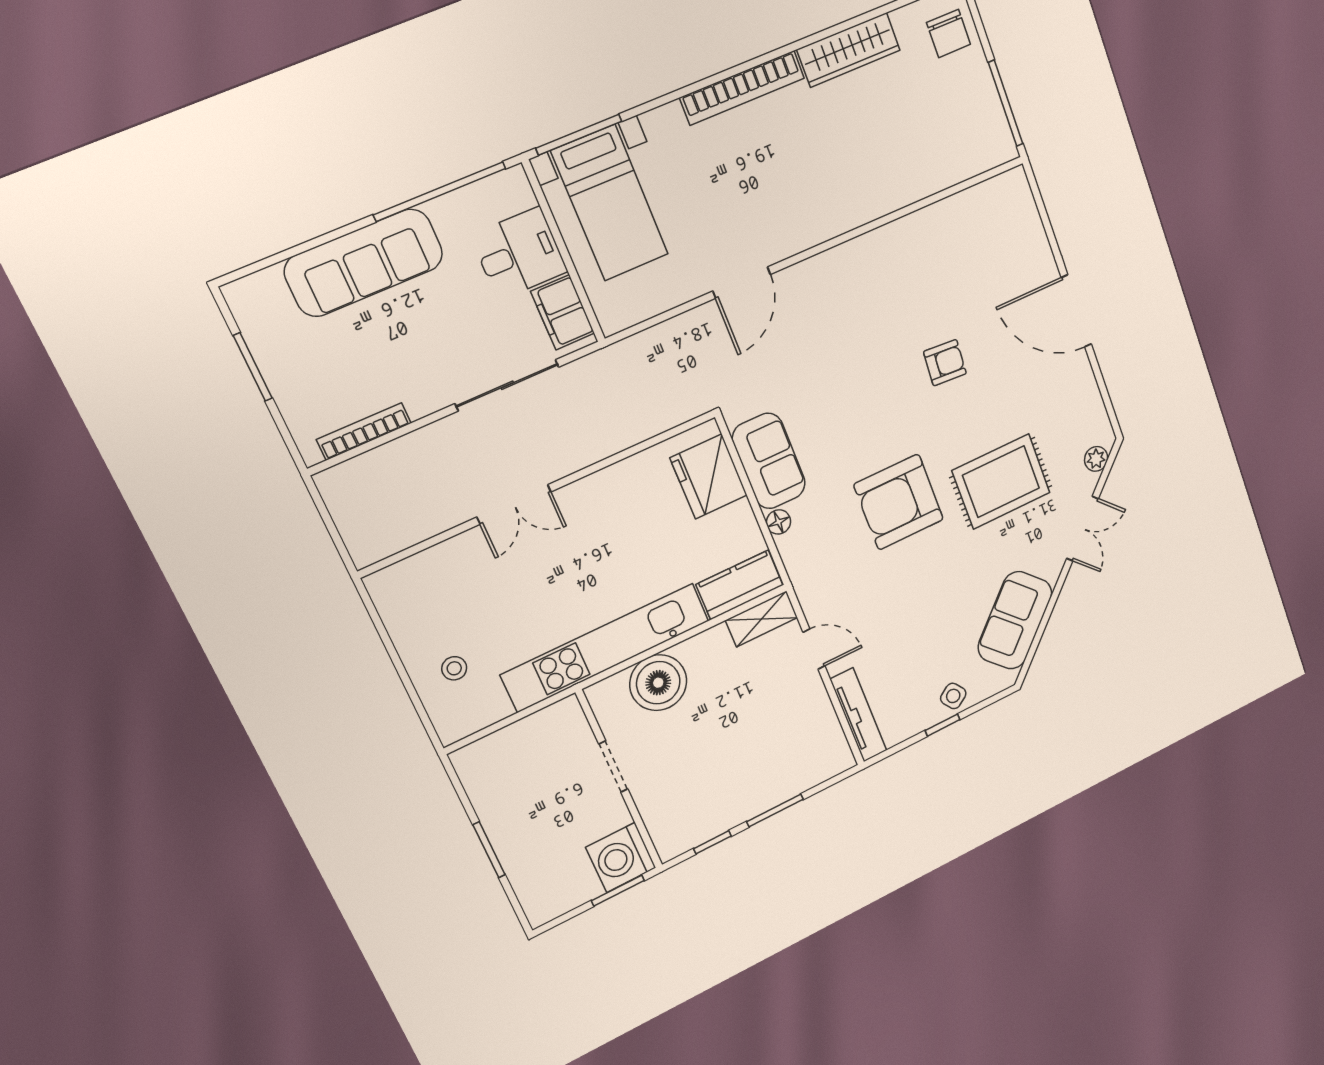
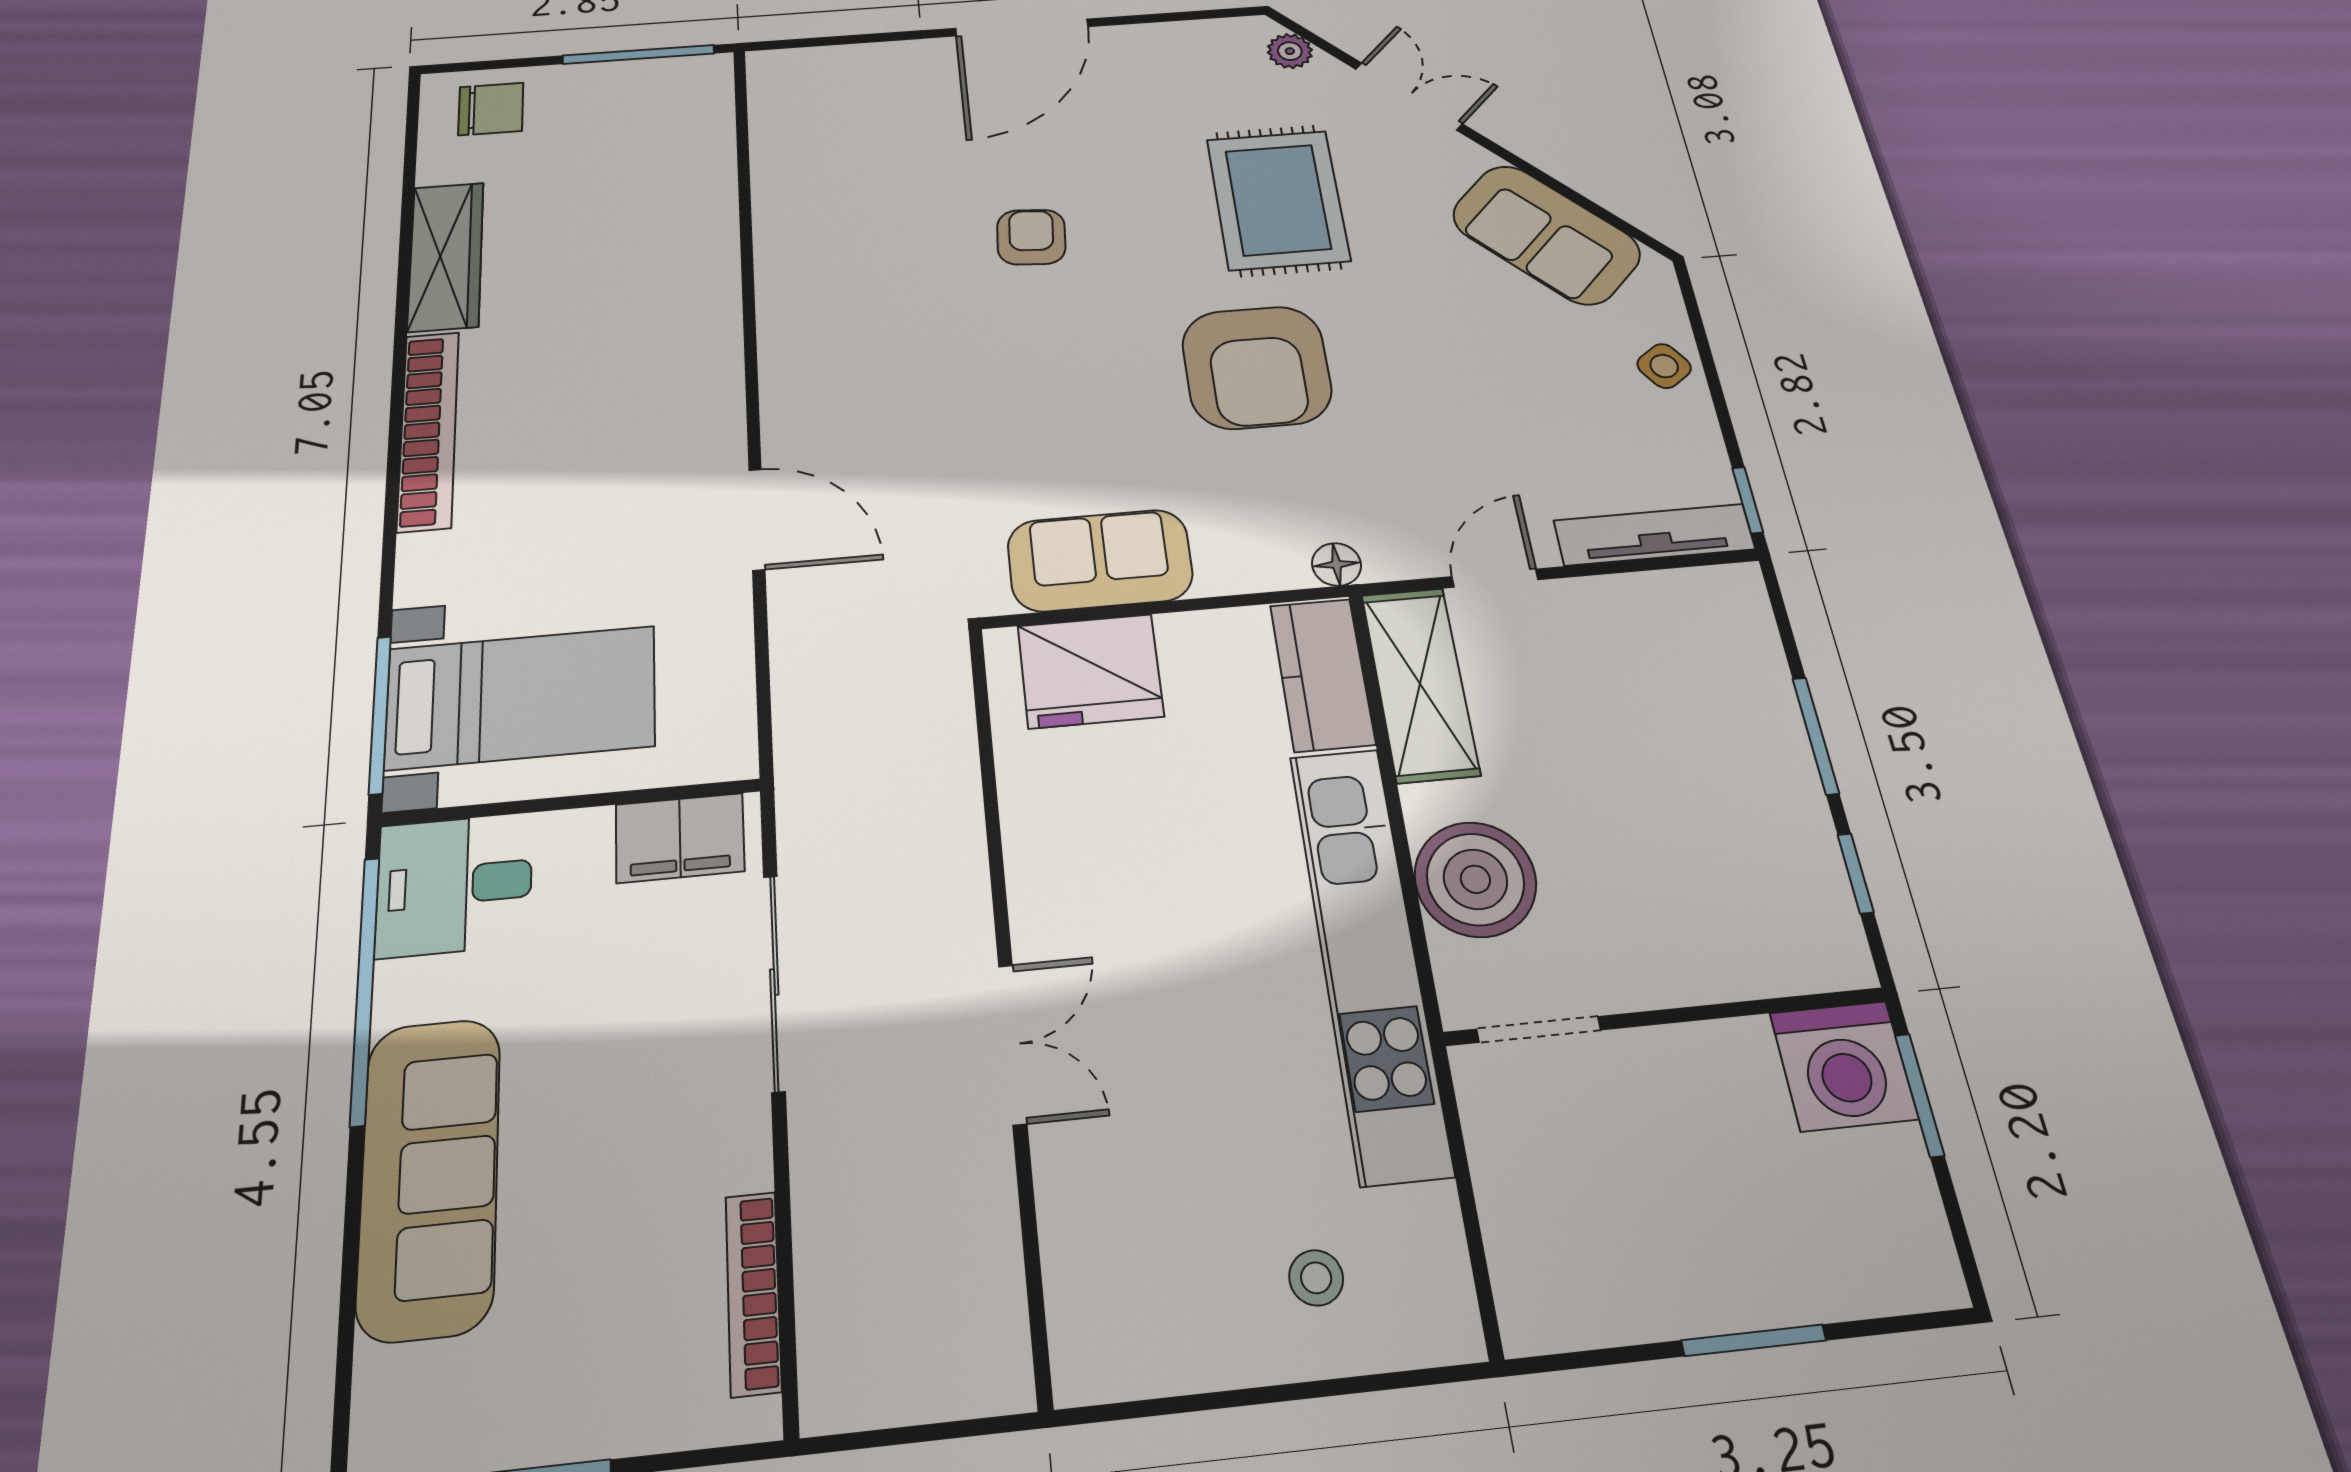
desk: (519, 254) -> (454, 885), moved, turned -90
floor lamp: (779, 522) -> (1337, 564), moved
shelving: (762, 619) -> (1420, 684), width x1.50, depth x1.33
window: (943, 725) -> (1748, 500), moved
doorway: (613, 767) -> (1539, 1029), moved

